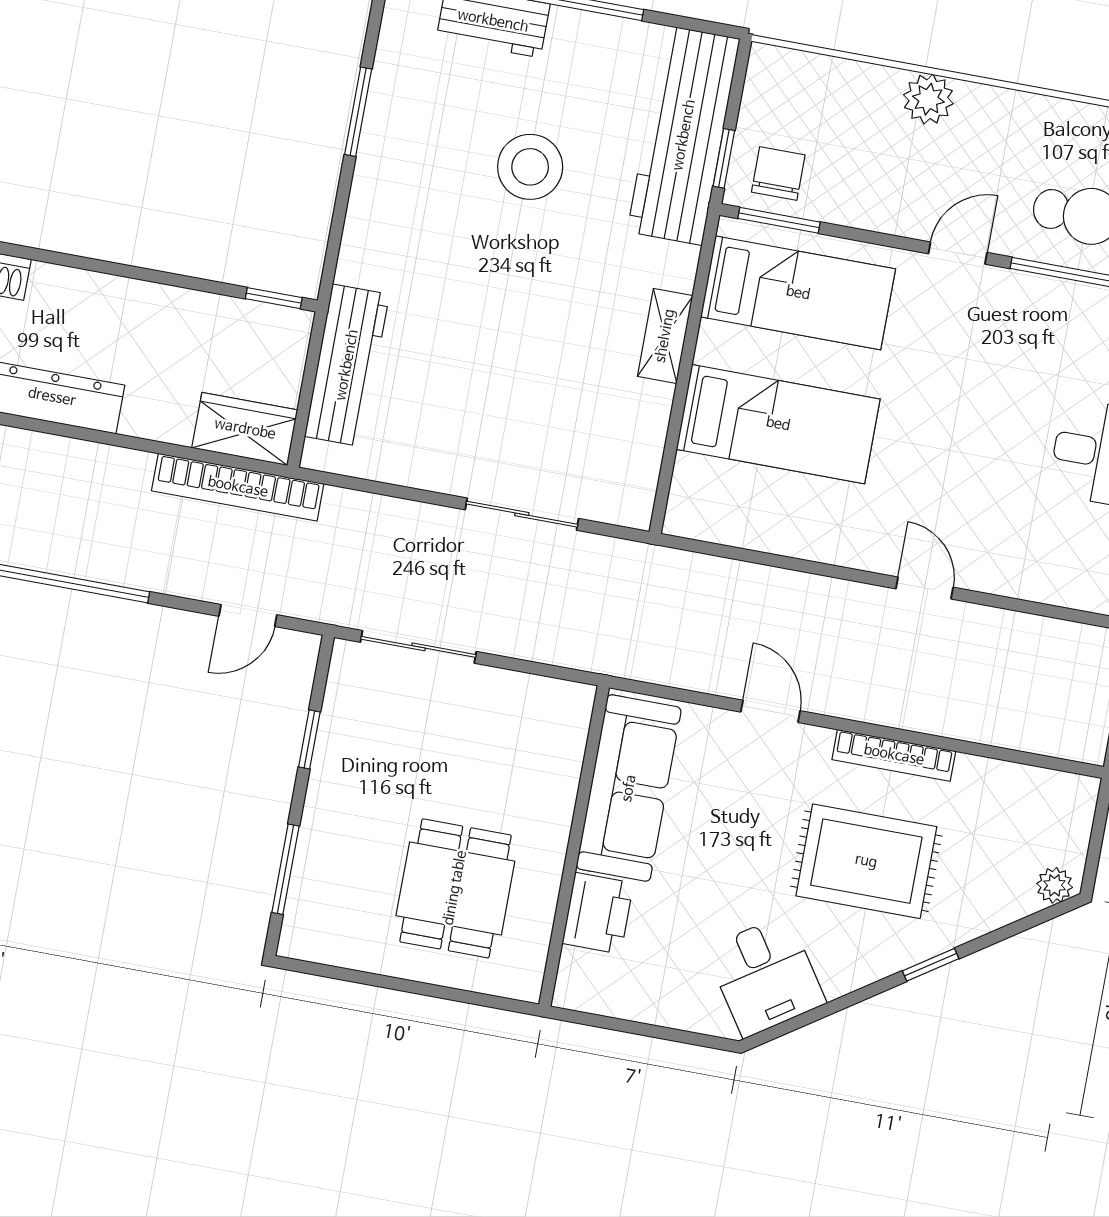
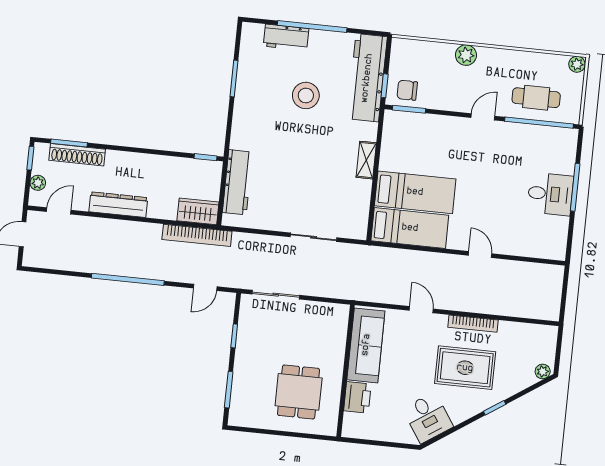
chair: (778, 173) -> (407, 90), turned -90
bed: (798, 293) -> (410, 228), moved

